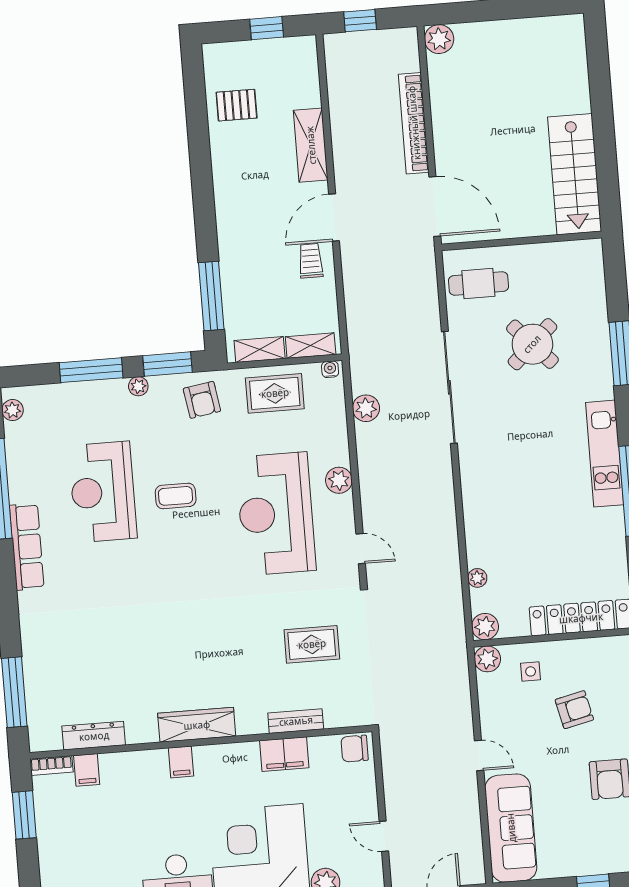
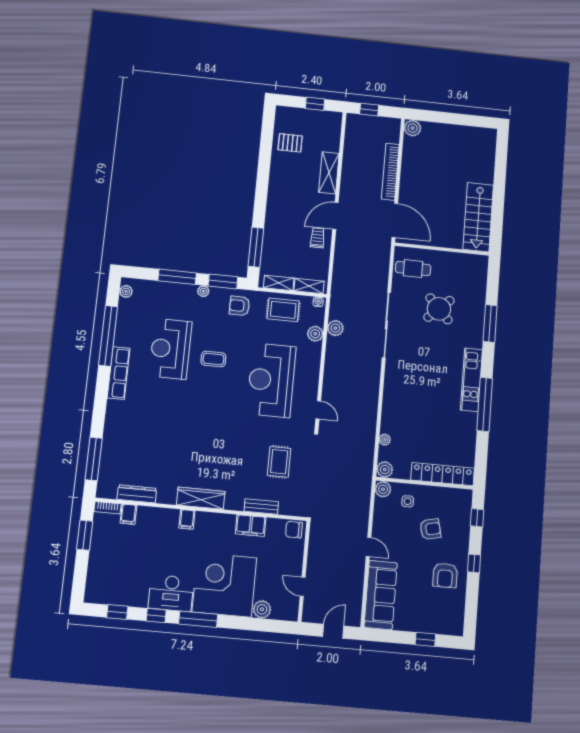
armchair: (202, 400) -> (239, 306), turned 99
plant: (339, 480) -> (315, 334), moved
rug: (312, 644) -> (279, 462), turned 90

